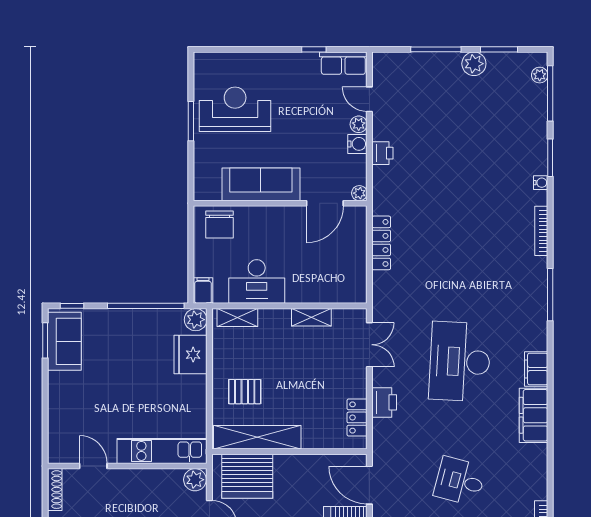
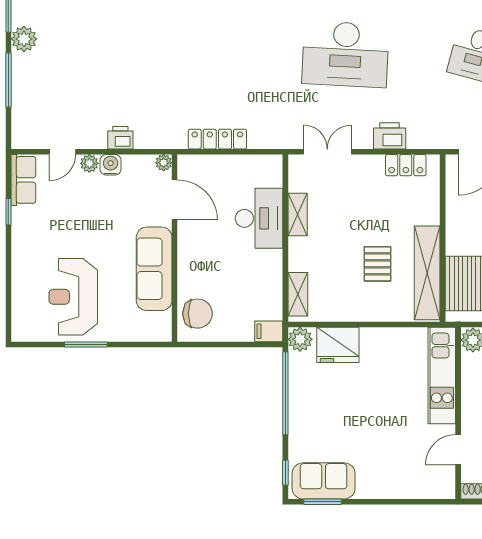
desk: (257, 282) -> (259, 218), moved
pallet: (245, 392) -> (378, 264), moved

